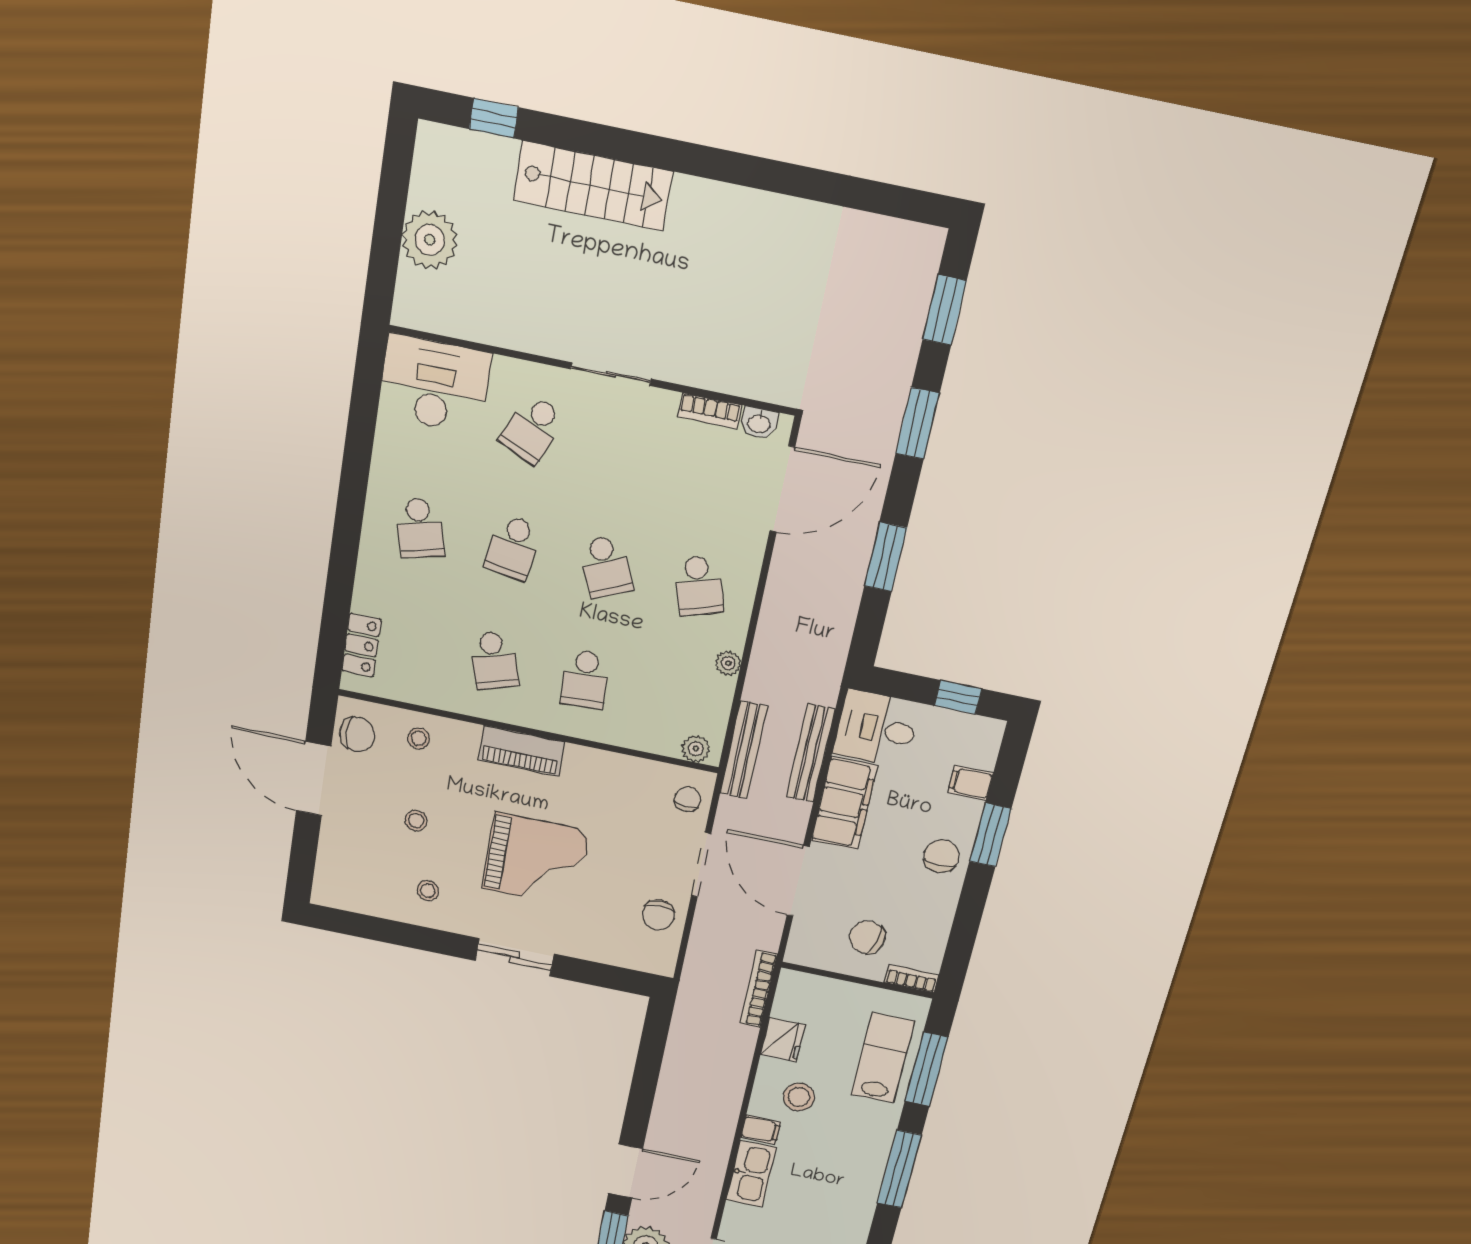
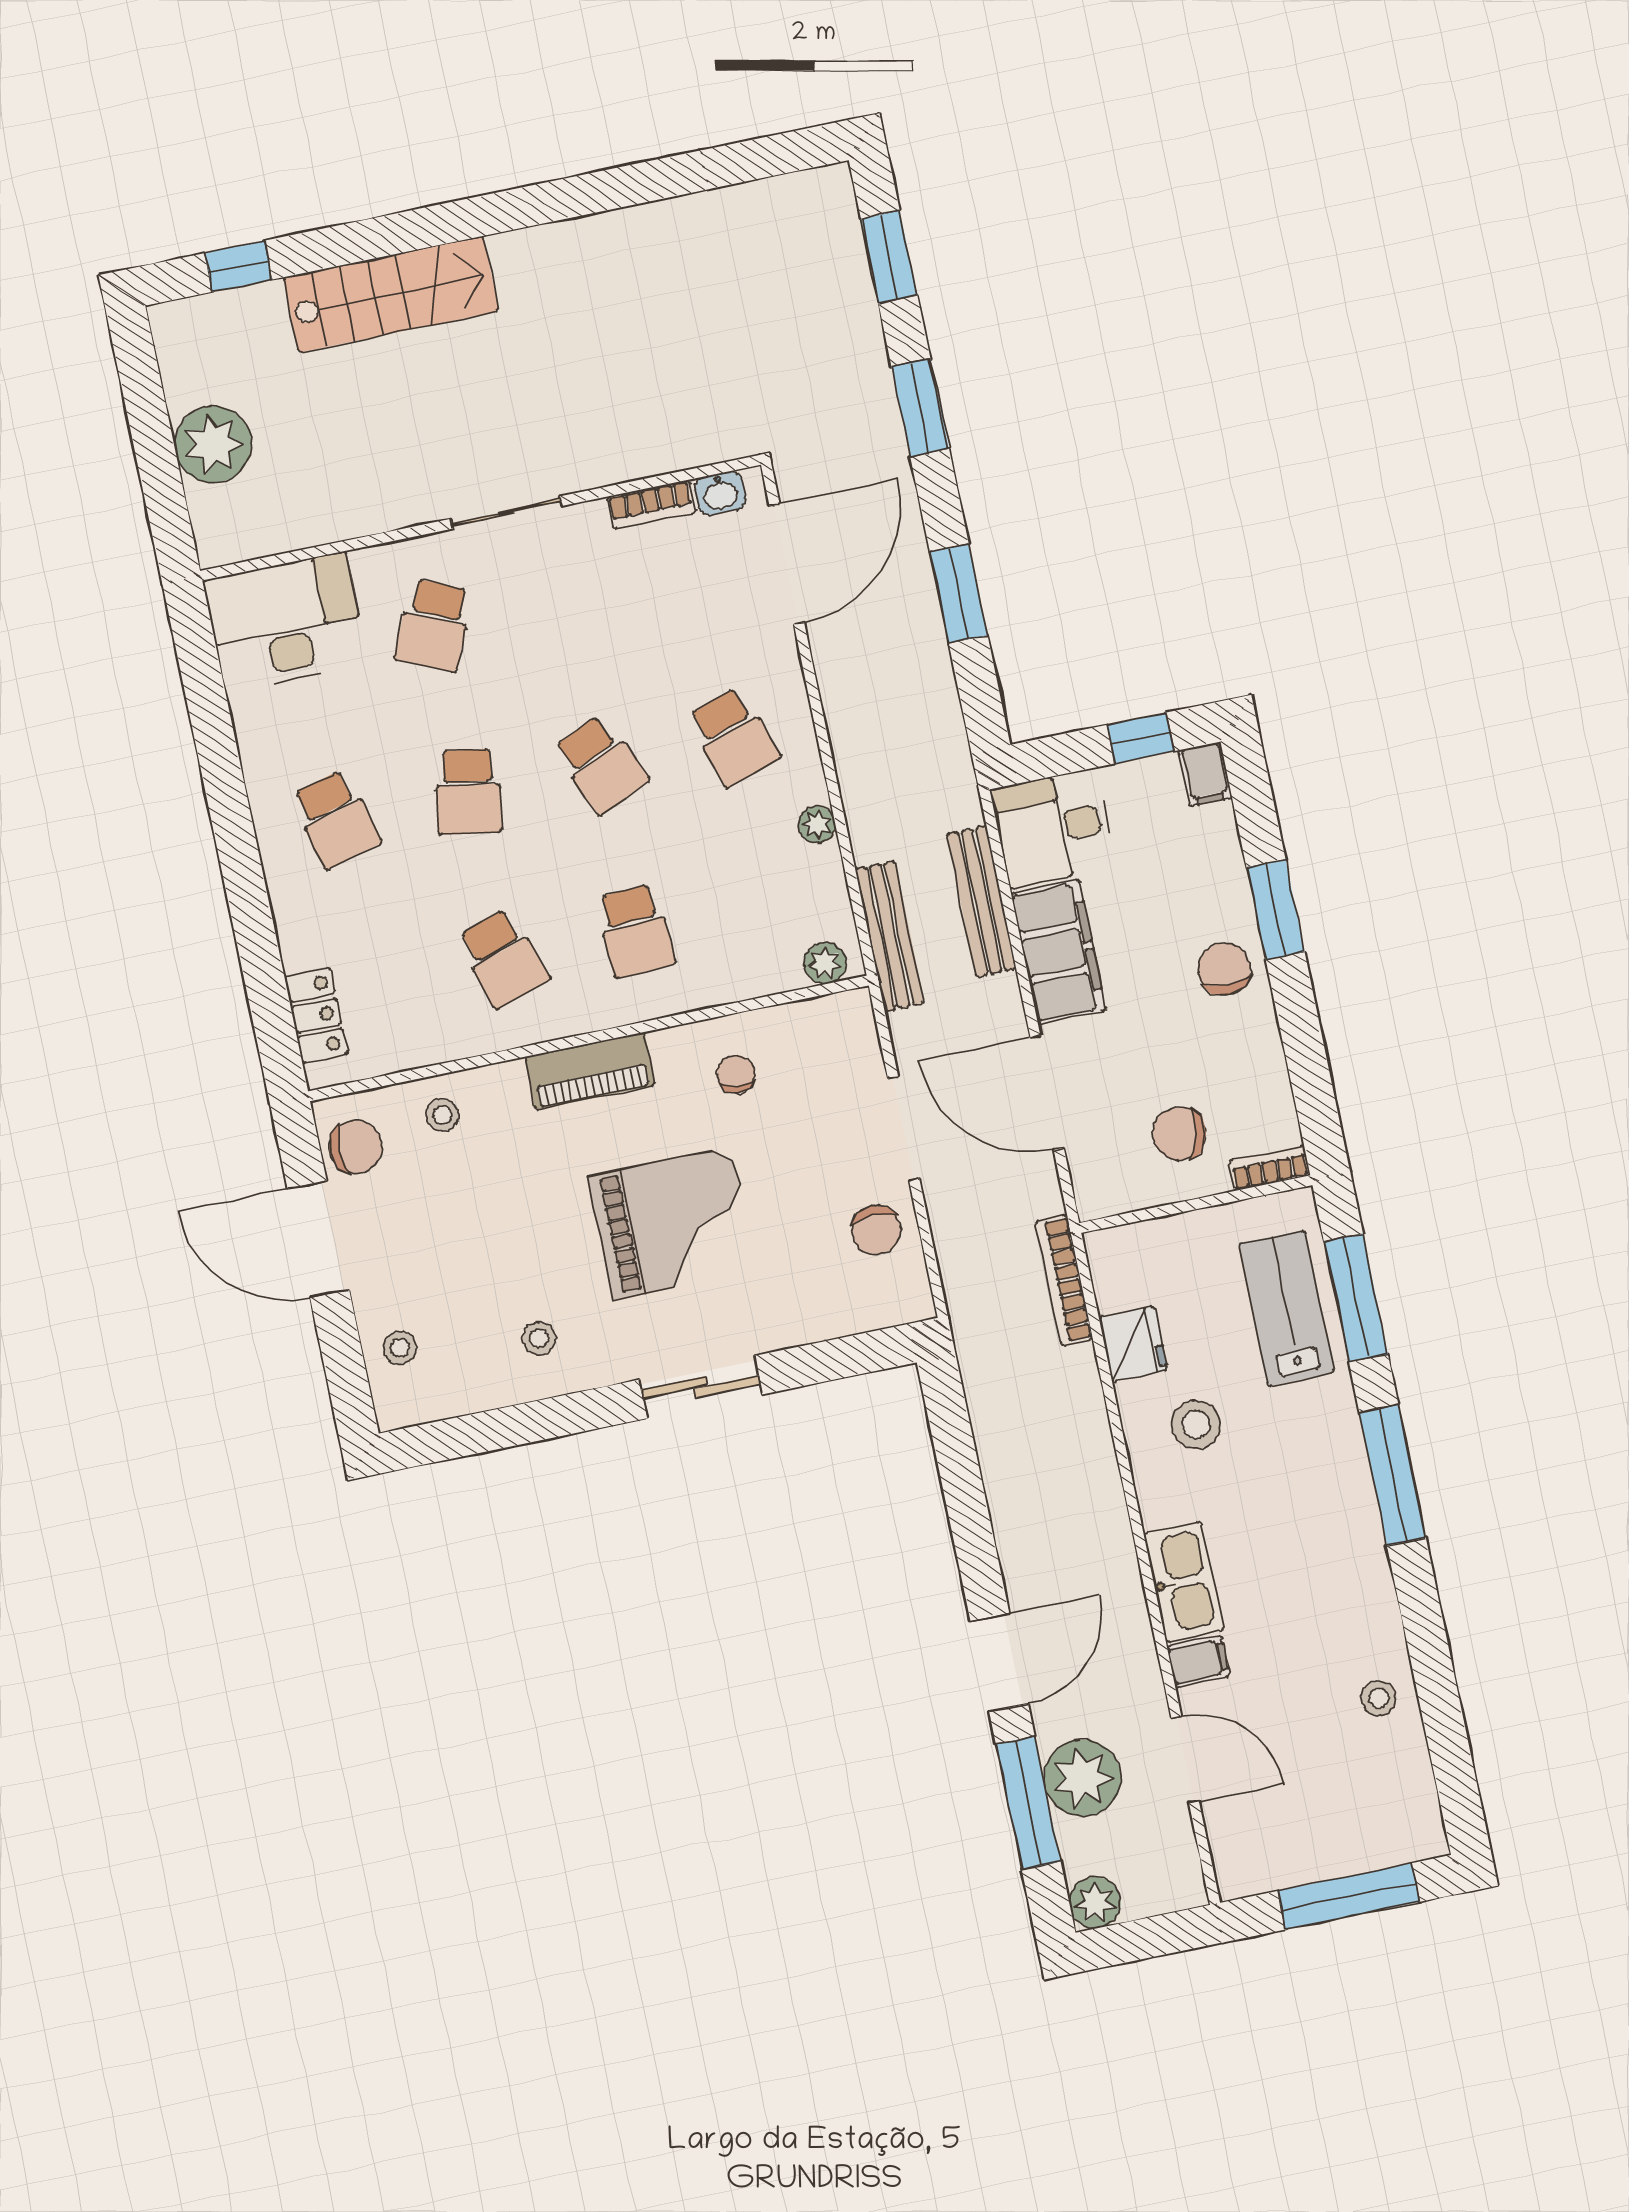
filing cabinet: (970, 783) -> (1205, 774), moved, turned -90
chair: (688, 799) -> (736, 1074), moved
stool: (416, 821) -> (400, 1348), moved
filing cabinet: (761, 1130) -> (1198, 1661), moved

